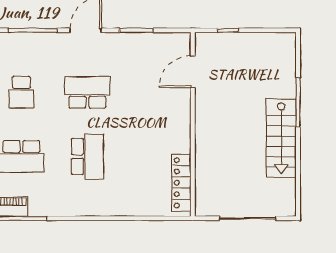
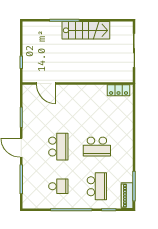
school desk: (87, 92) -> (58, 147), turned 180
school desk: (87, 156) -> (97, 147), turned 180
locker: (181, 183) -> (119, 90), width x0.66

